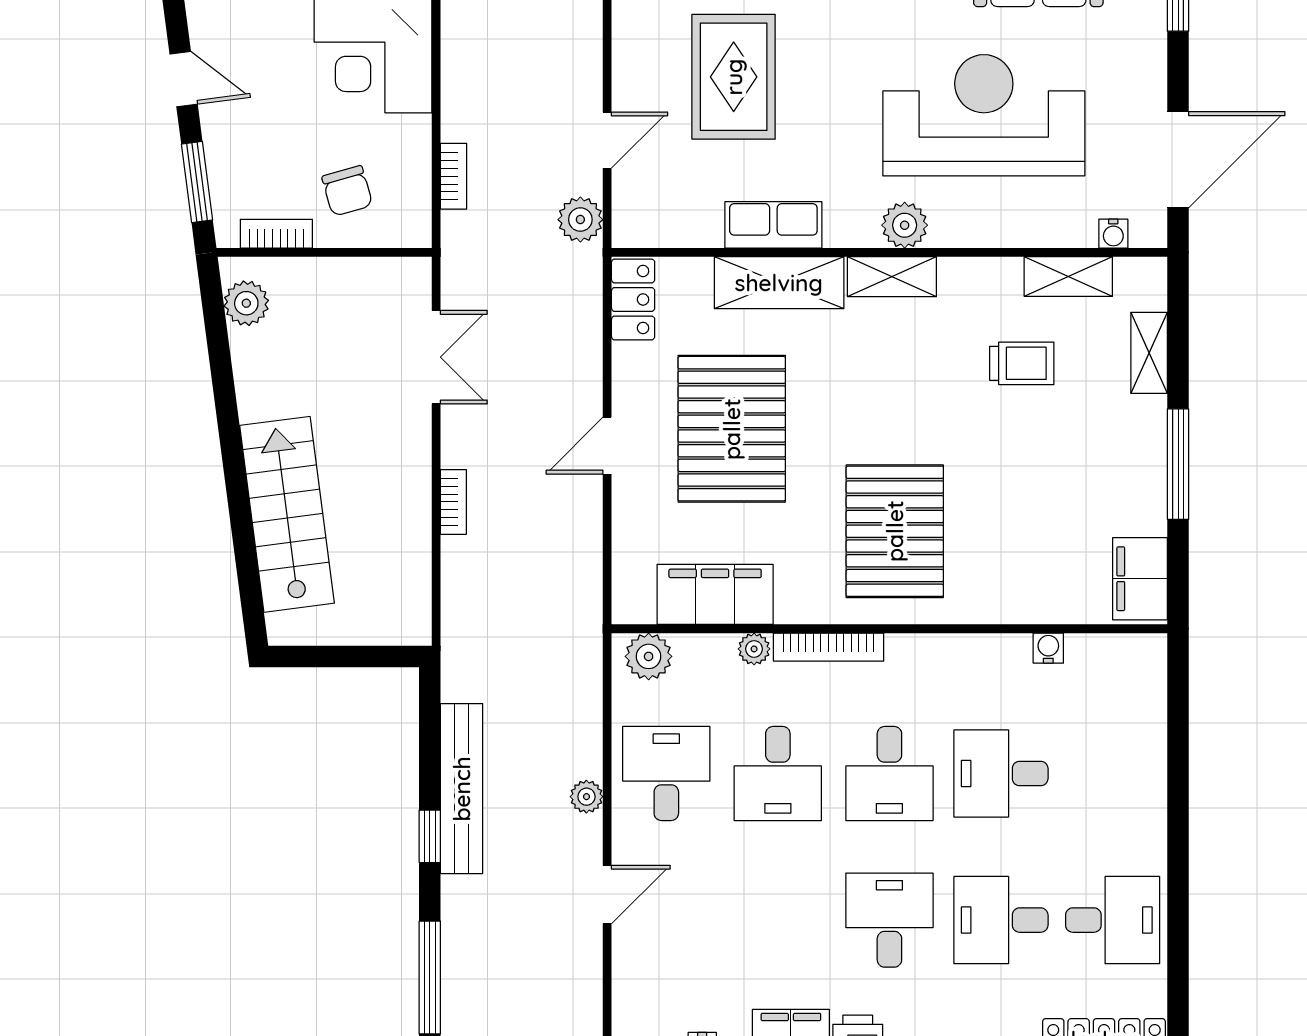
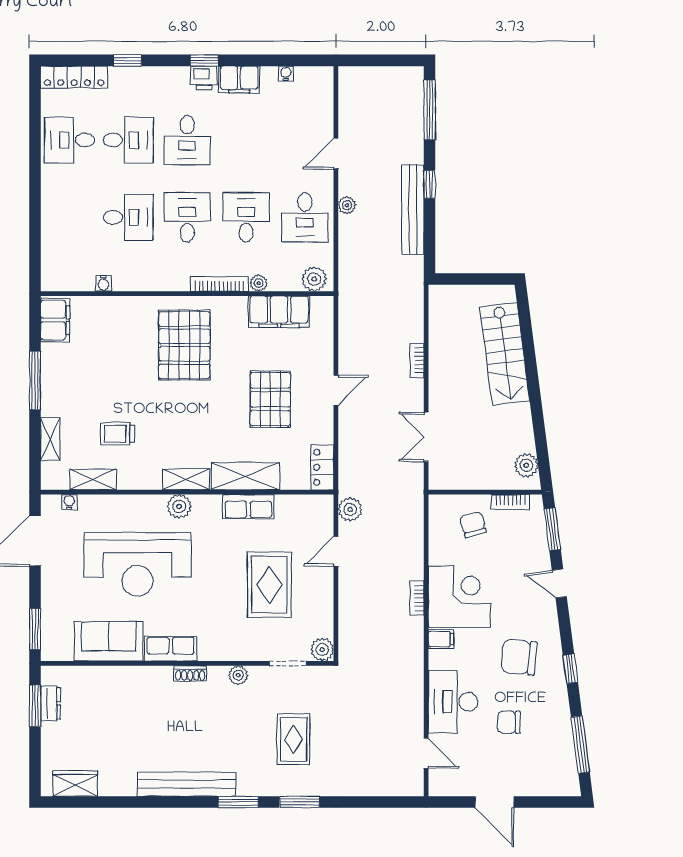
bookcase: (454, 176) -> (417, 598), moved
pallet: (732, 429) -> (270, 399), width x0.73, depth x0.71

